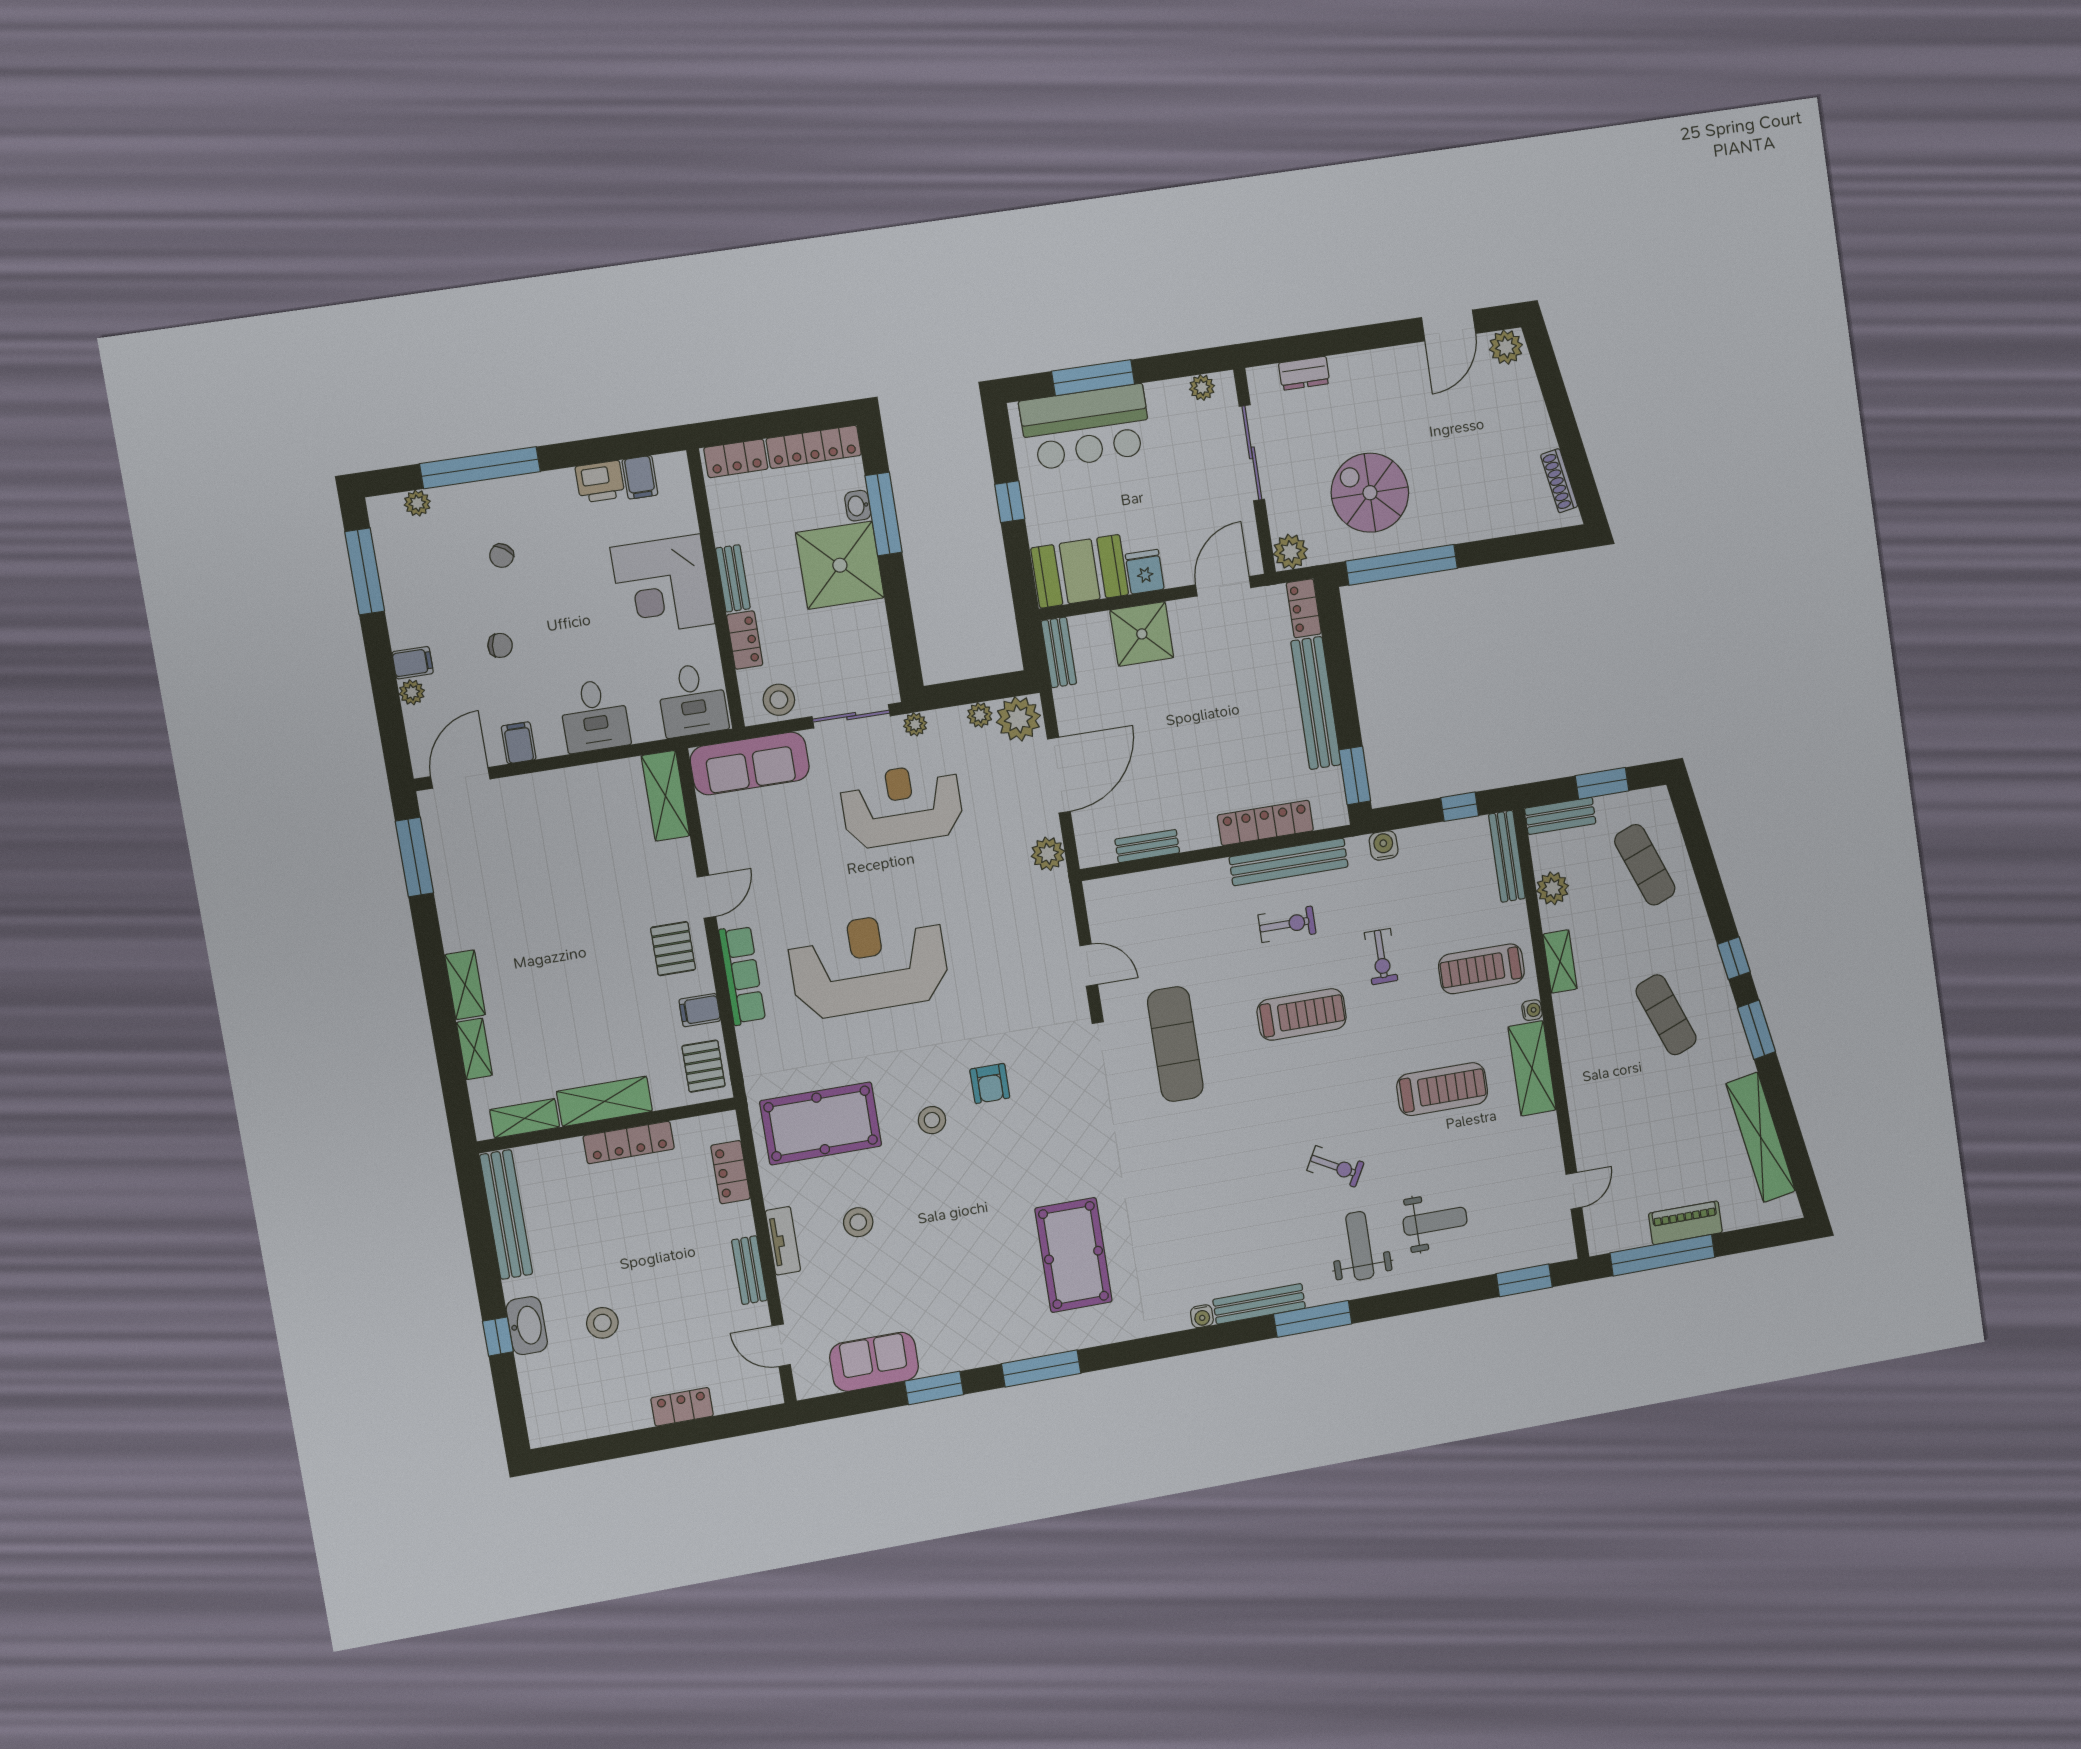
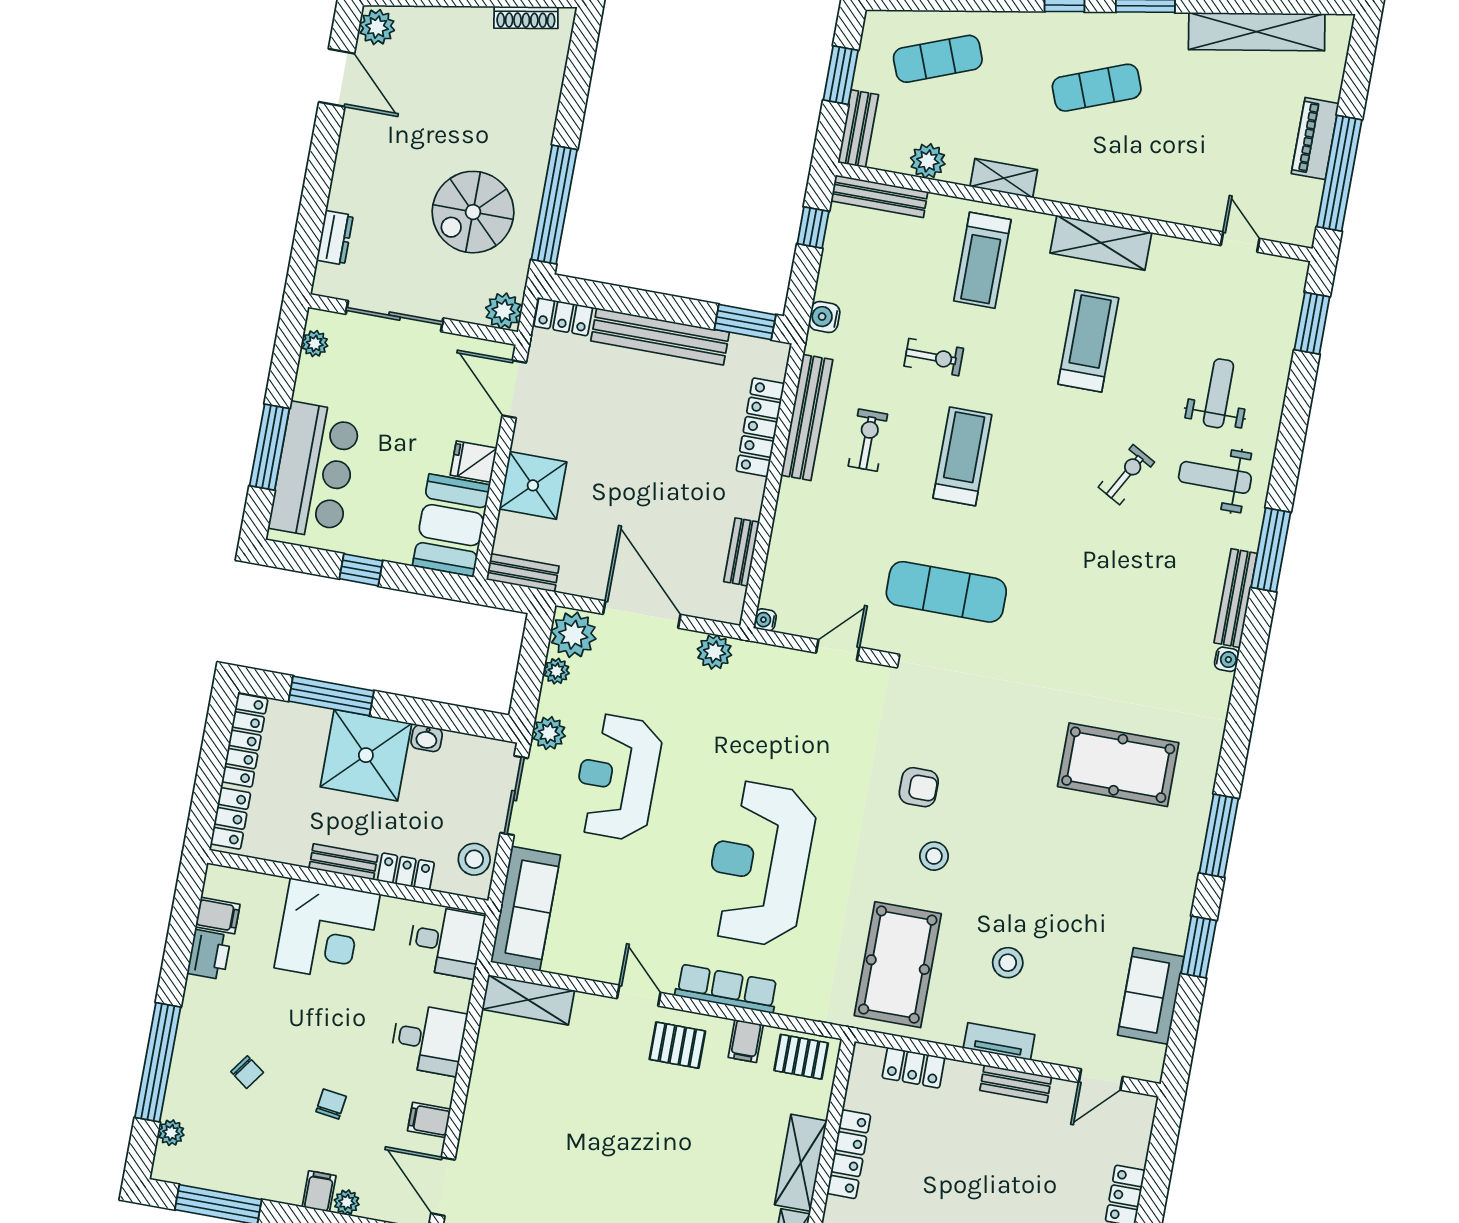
washbasin: (858, 506) -> (427, 738), moved
plant: (915, 724) -> (549, 733), width x1.38, depth x1.38
water cooler: (1532, 1010) -> (765, 620), moved, turned -90

